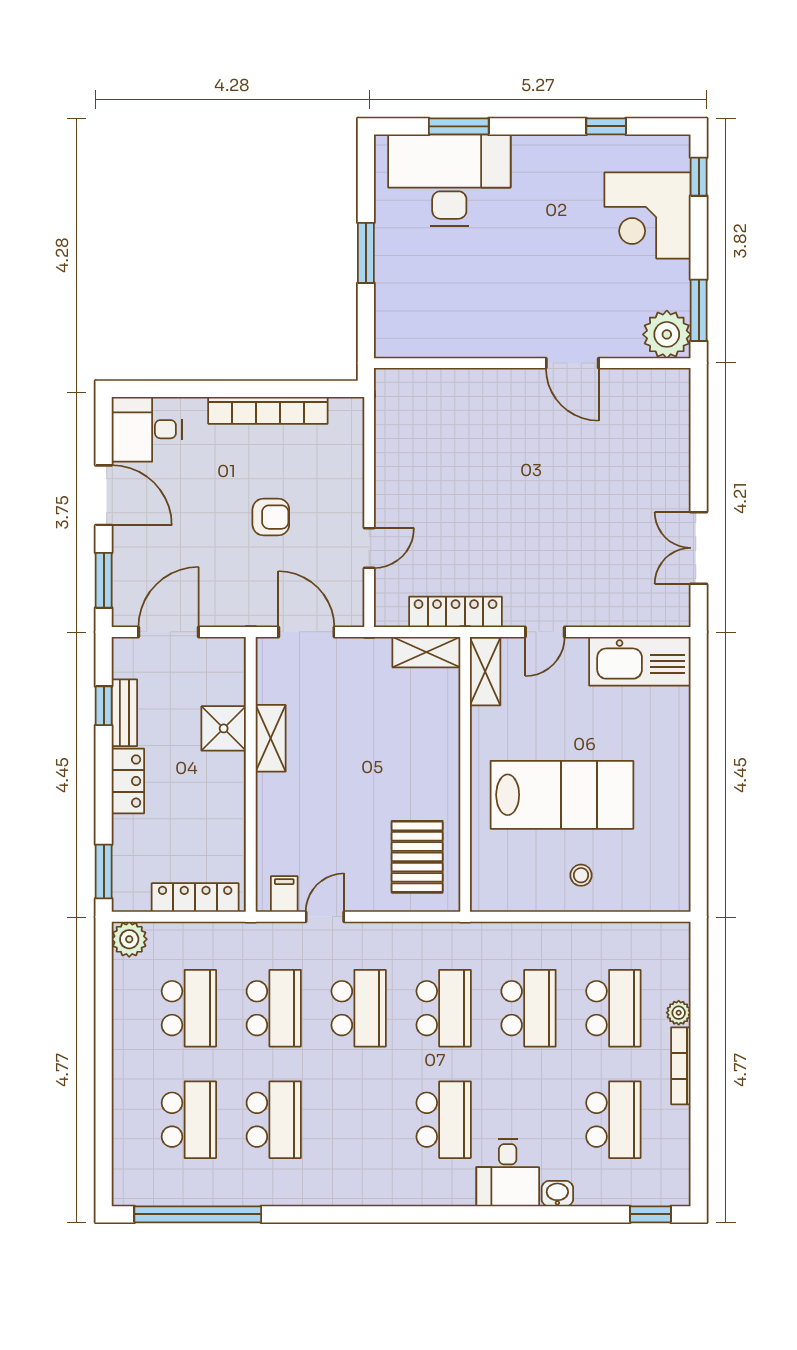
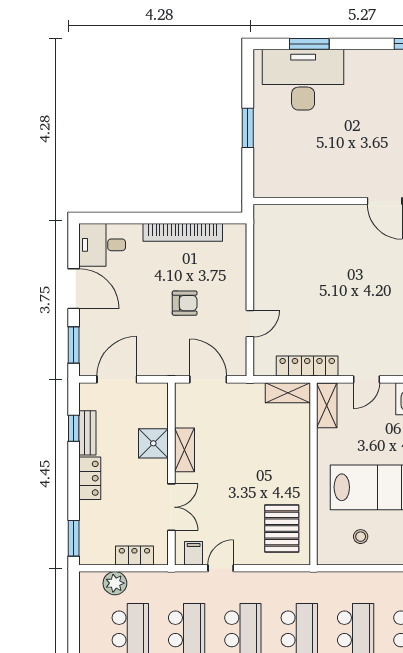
double door: (251, 825) -> (171, 507), added
stool: (581, 875) -> (361, 537), moved
locker: (195, 898) -> (134, 556), width x0.66
plant: (129, 939) -> (115, 583), moved

